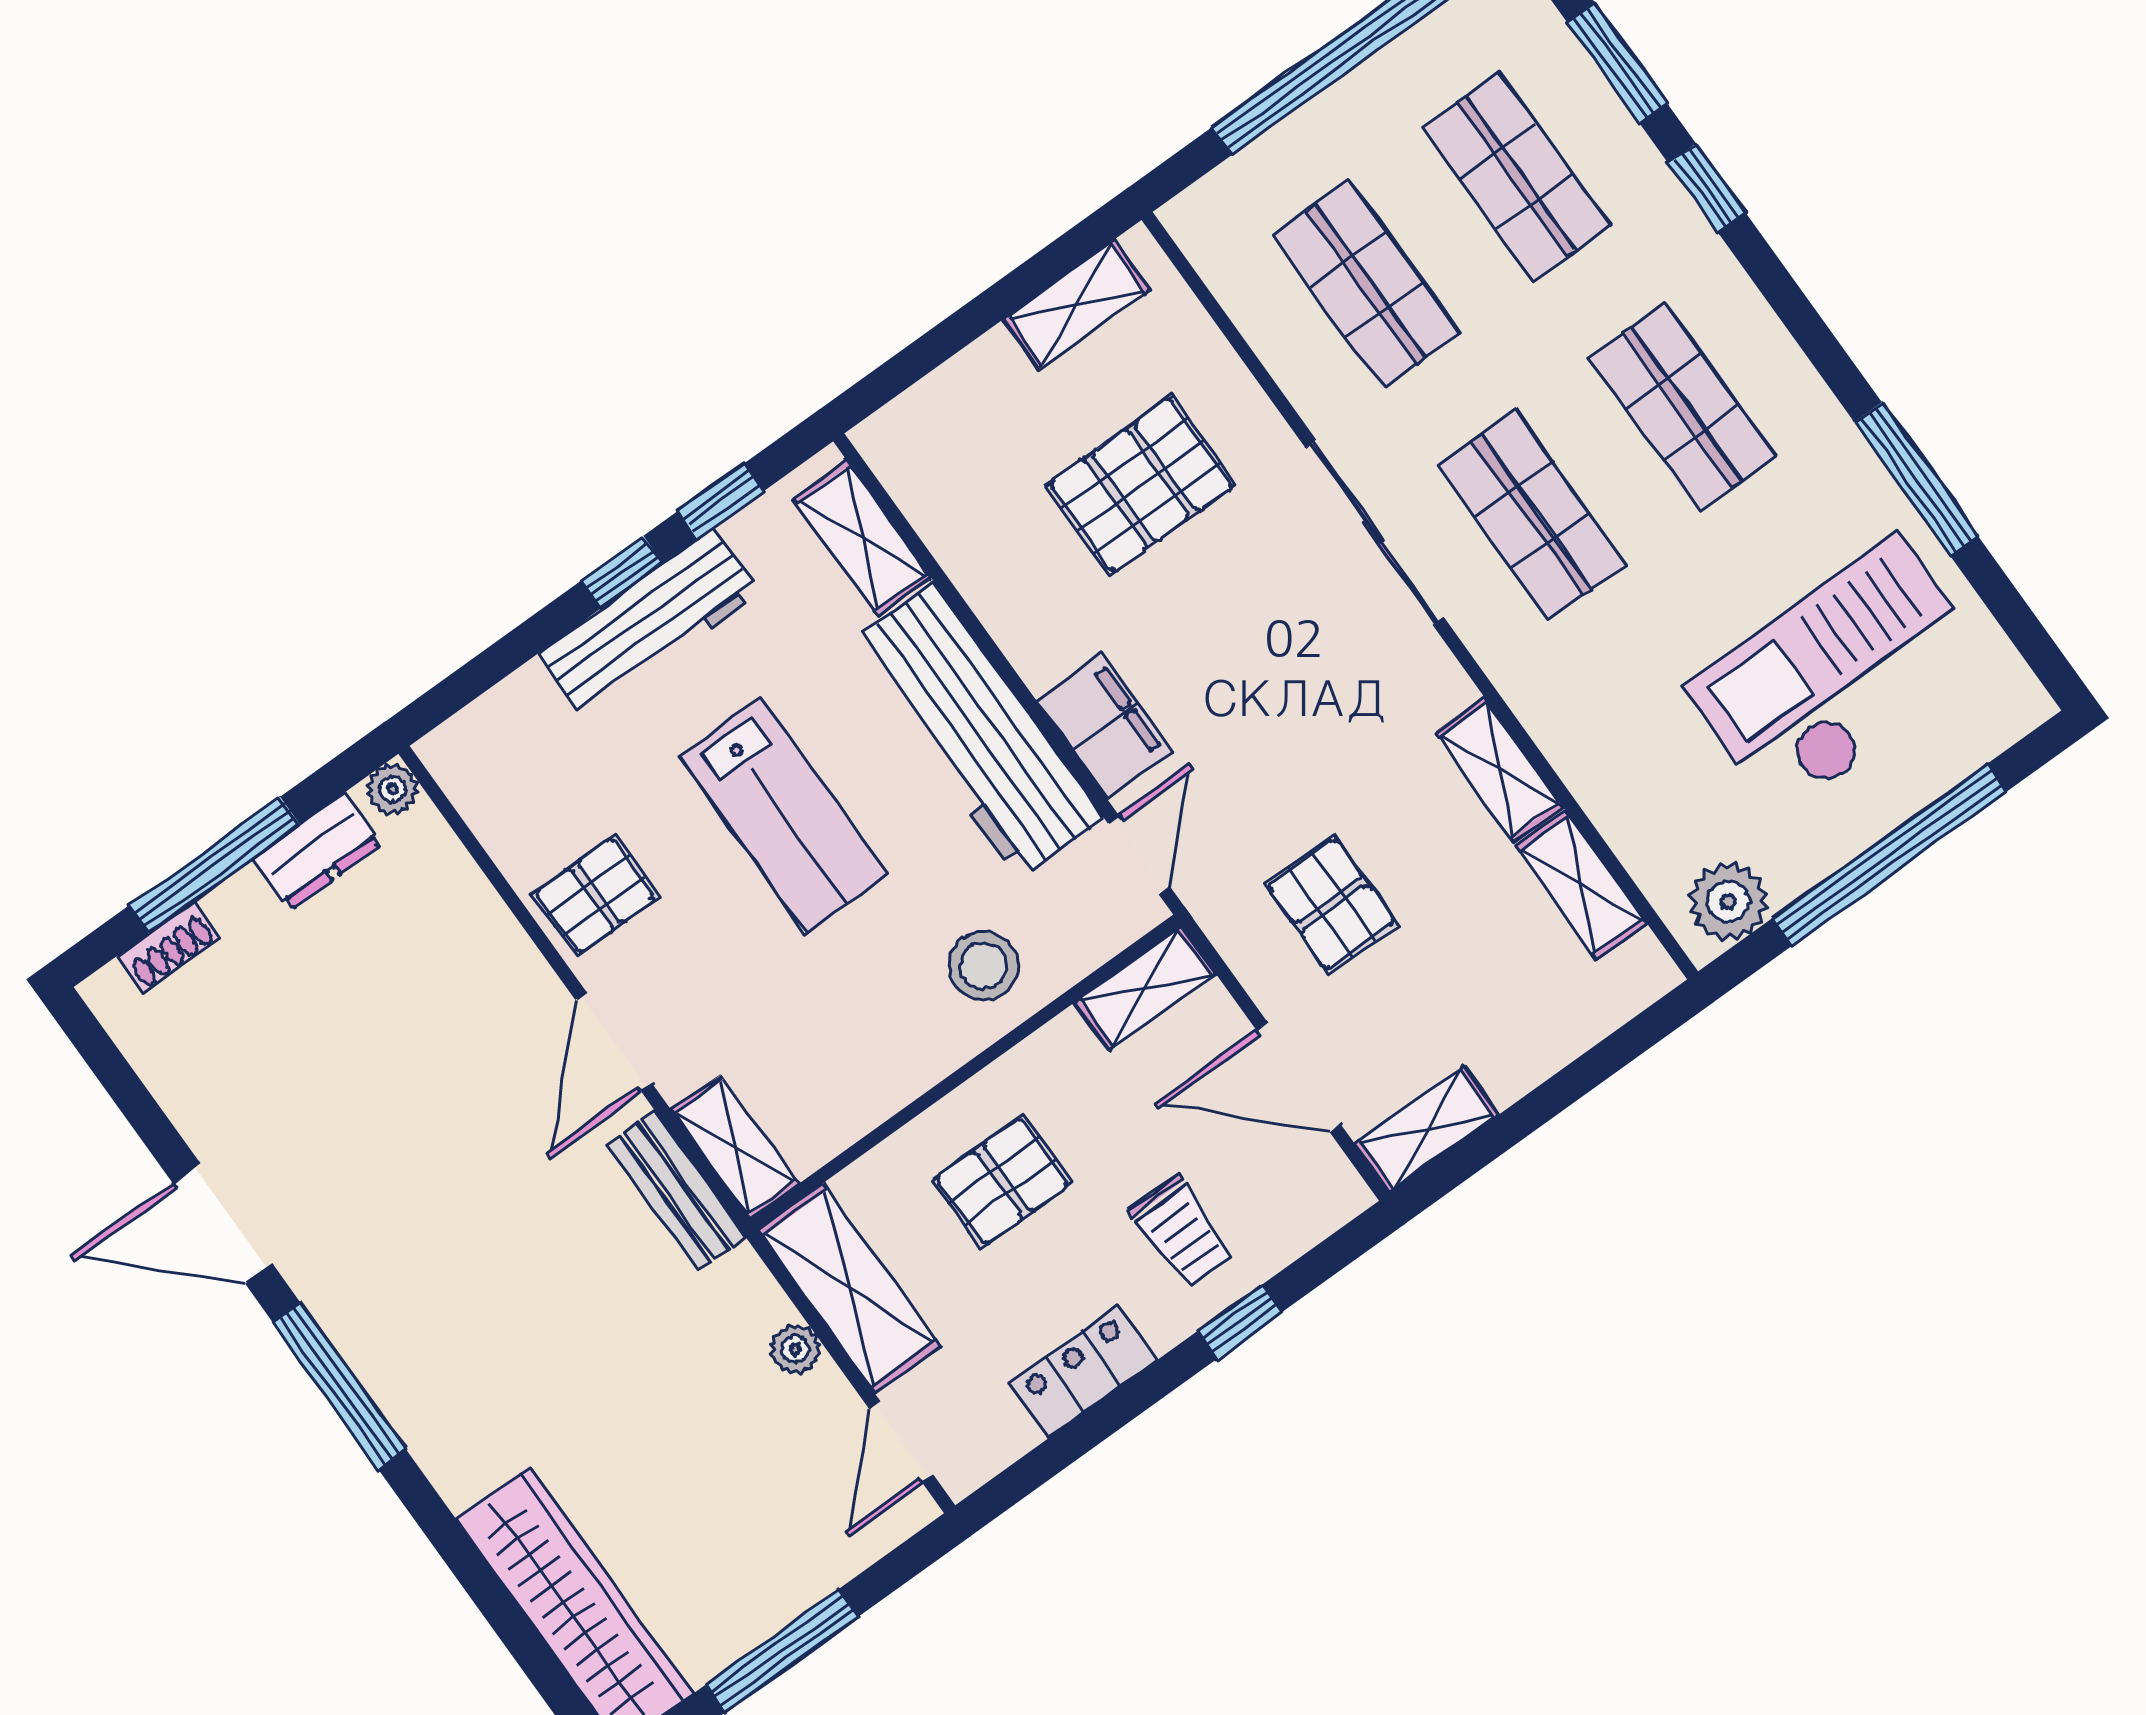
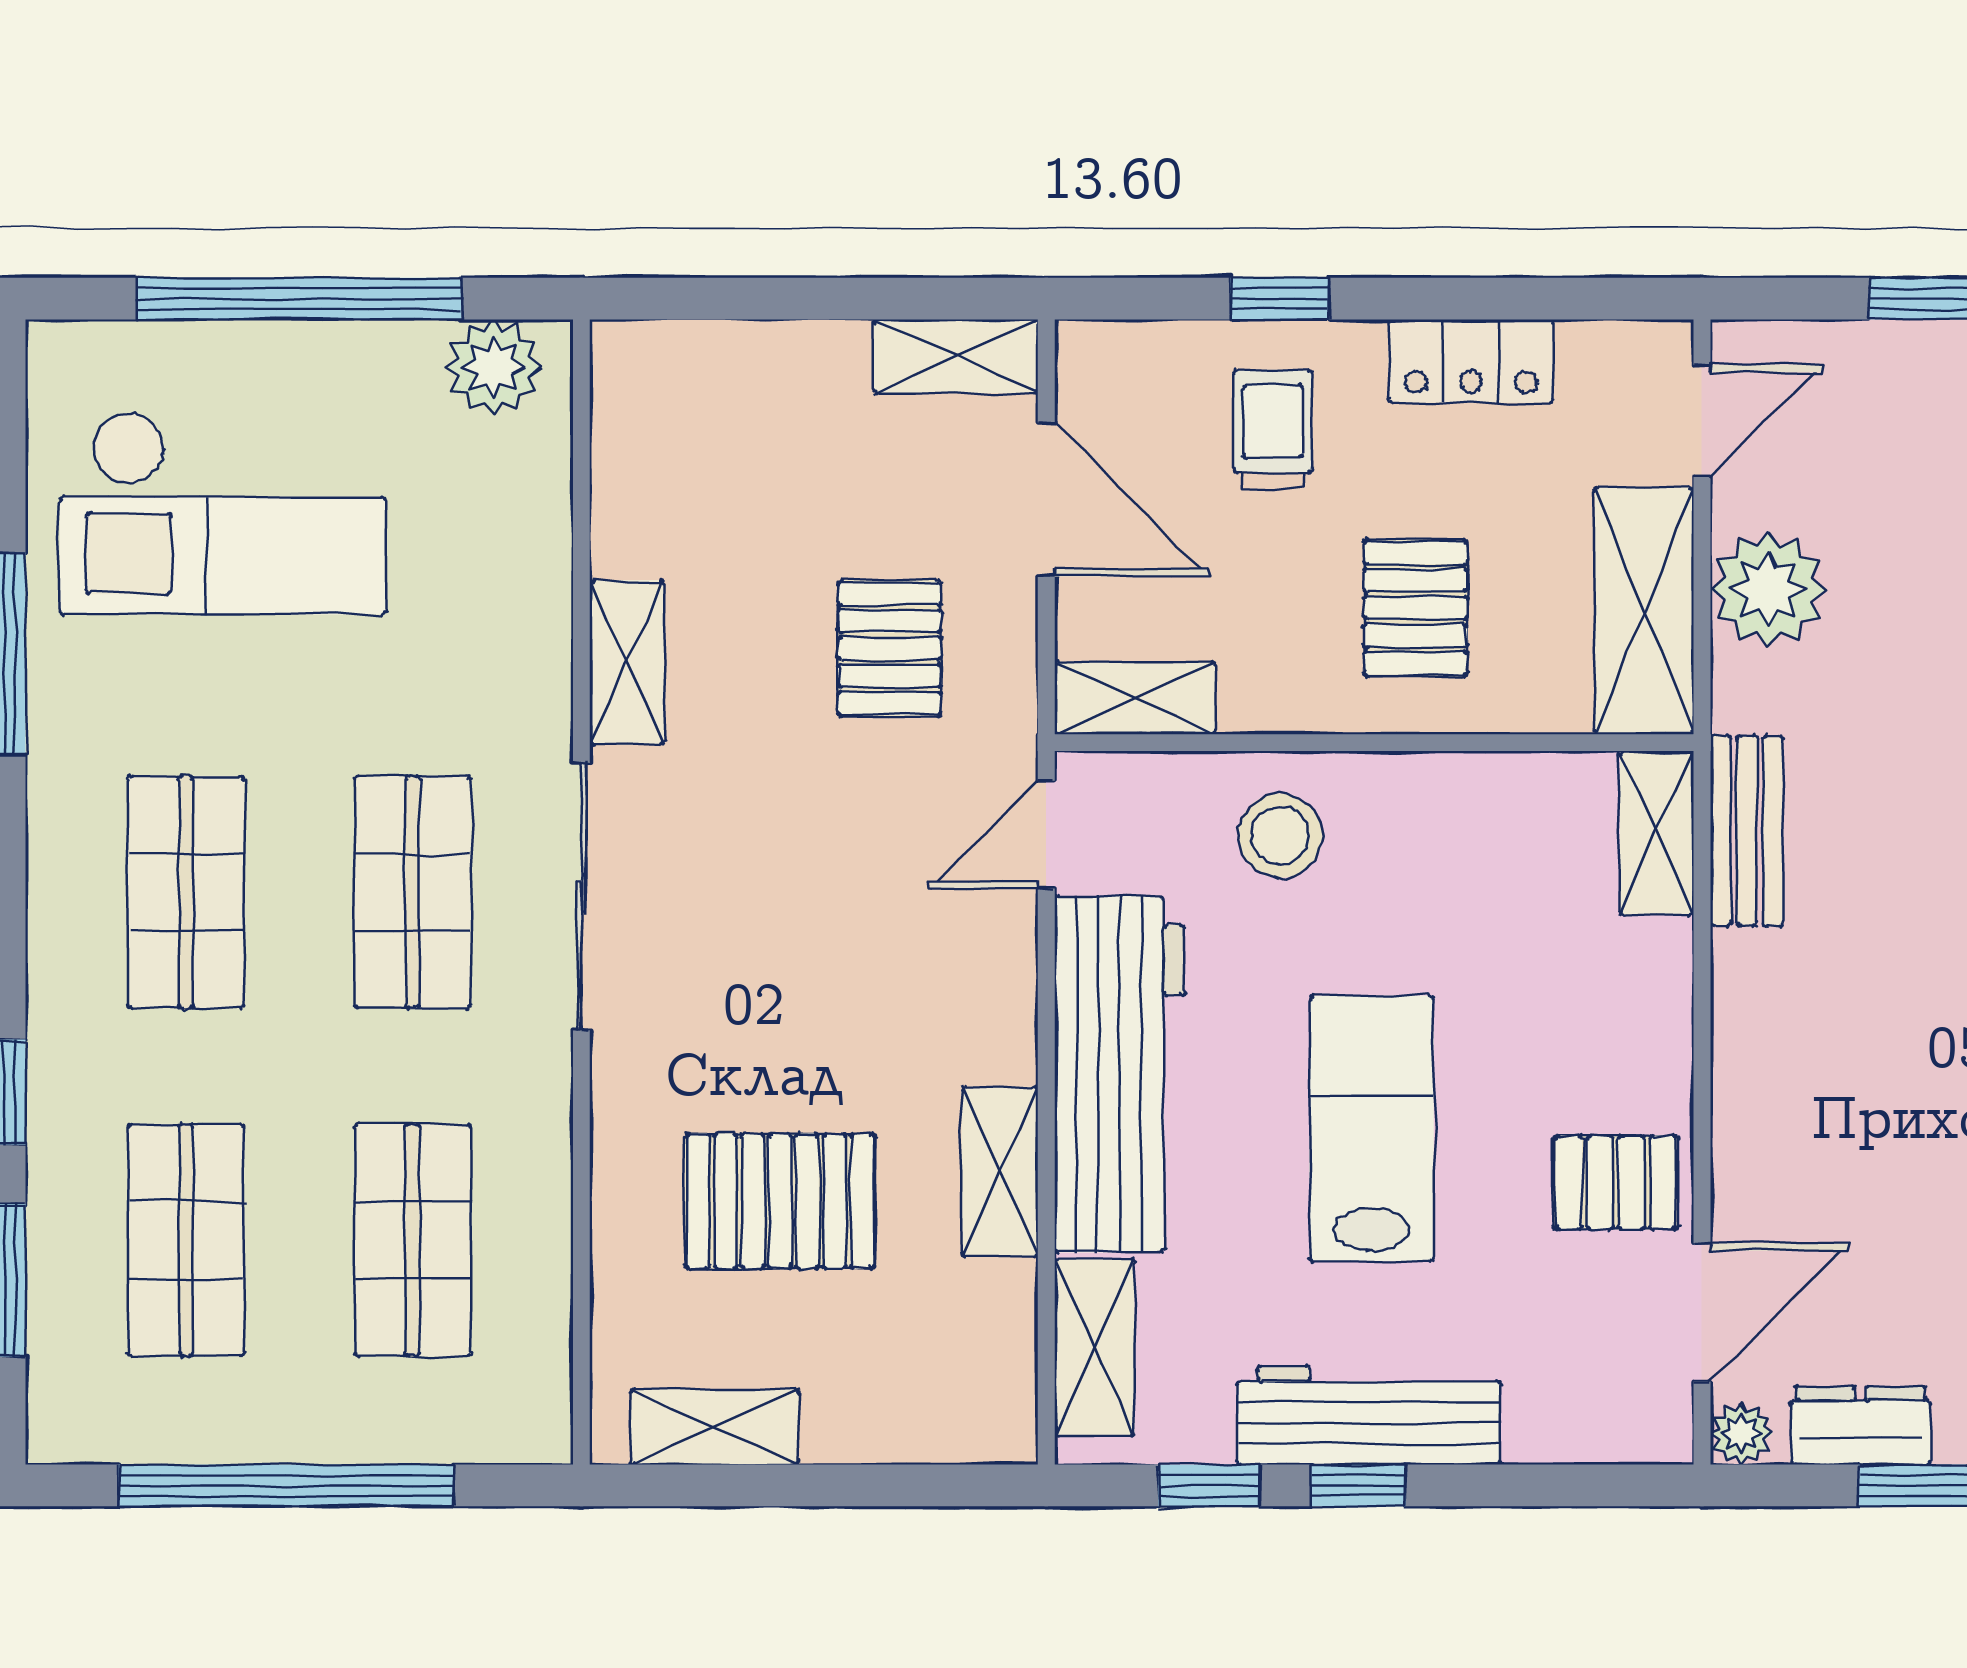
sliding door: (1374, 532) -> (581, 897), moved
filing cabinet: (1104, 726) -> (988, 988), removed
shelving: (1581, 885) -> (1000, 1172), moved
door: (614, 1042) -> (1702, 1312), moved
pallet: (1002, 1181) -> (1415, 608), turned 90
plant: (795, 1349) -> (1768, 589), width x1.87, depth x1.87

